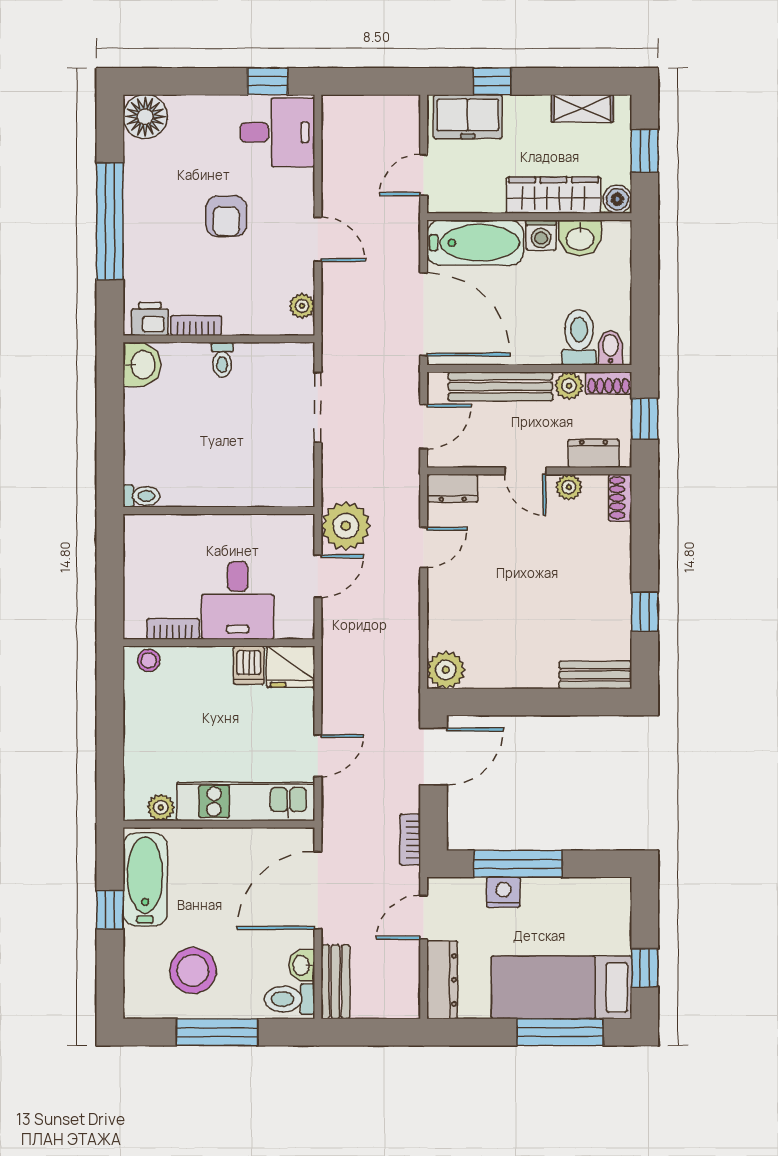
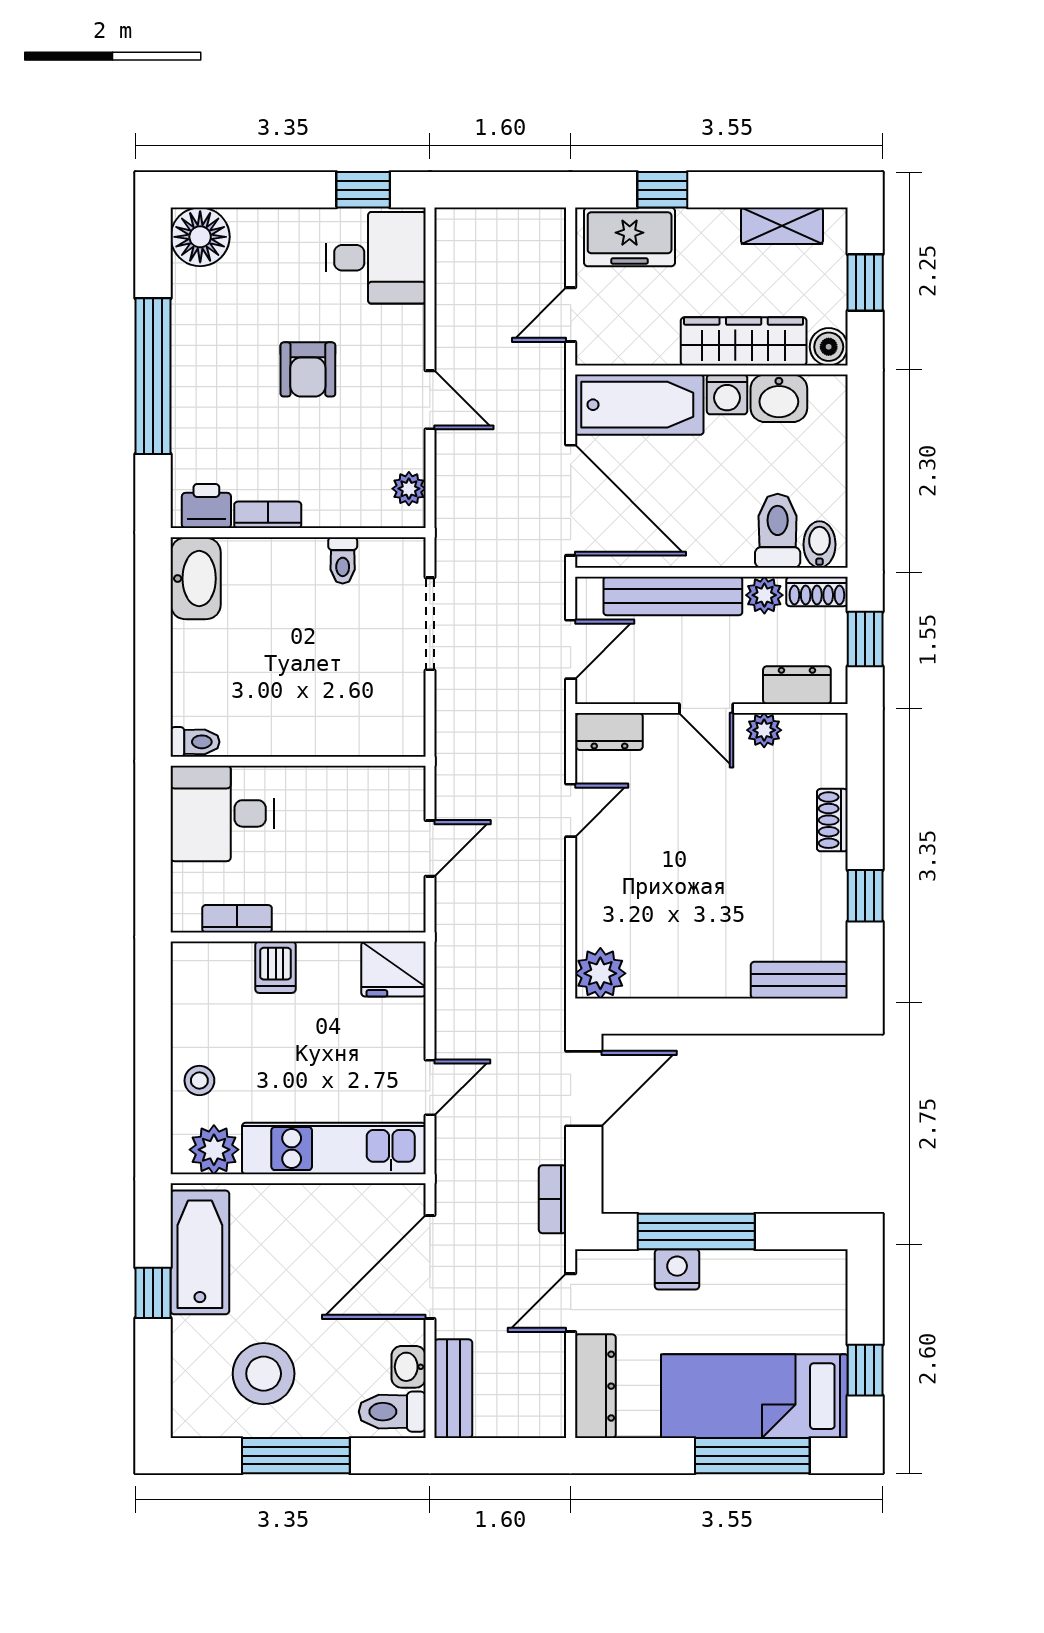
toilet: (222, 360) -> (343, 560), moved
washbasin: (142, 365) -> (196, 579), width x1.38
shoe rack: (620, 498) -> (832, 820), moved
plant: (346, 526) -> (467, 782), removed
desk: (238, 601) -> (222, 813), moved, turned 90
stool: (149, 660) -> (199, 1081), moved
dishwasher: (249, 665) -> (276, 967), moved
plant: (161, 807) -> (214, 1150), width x1.38, depth x1.38

